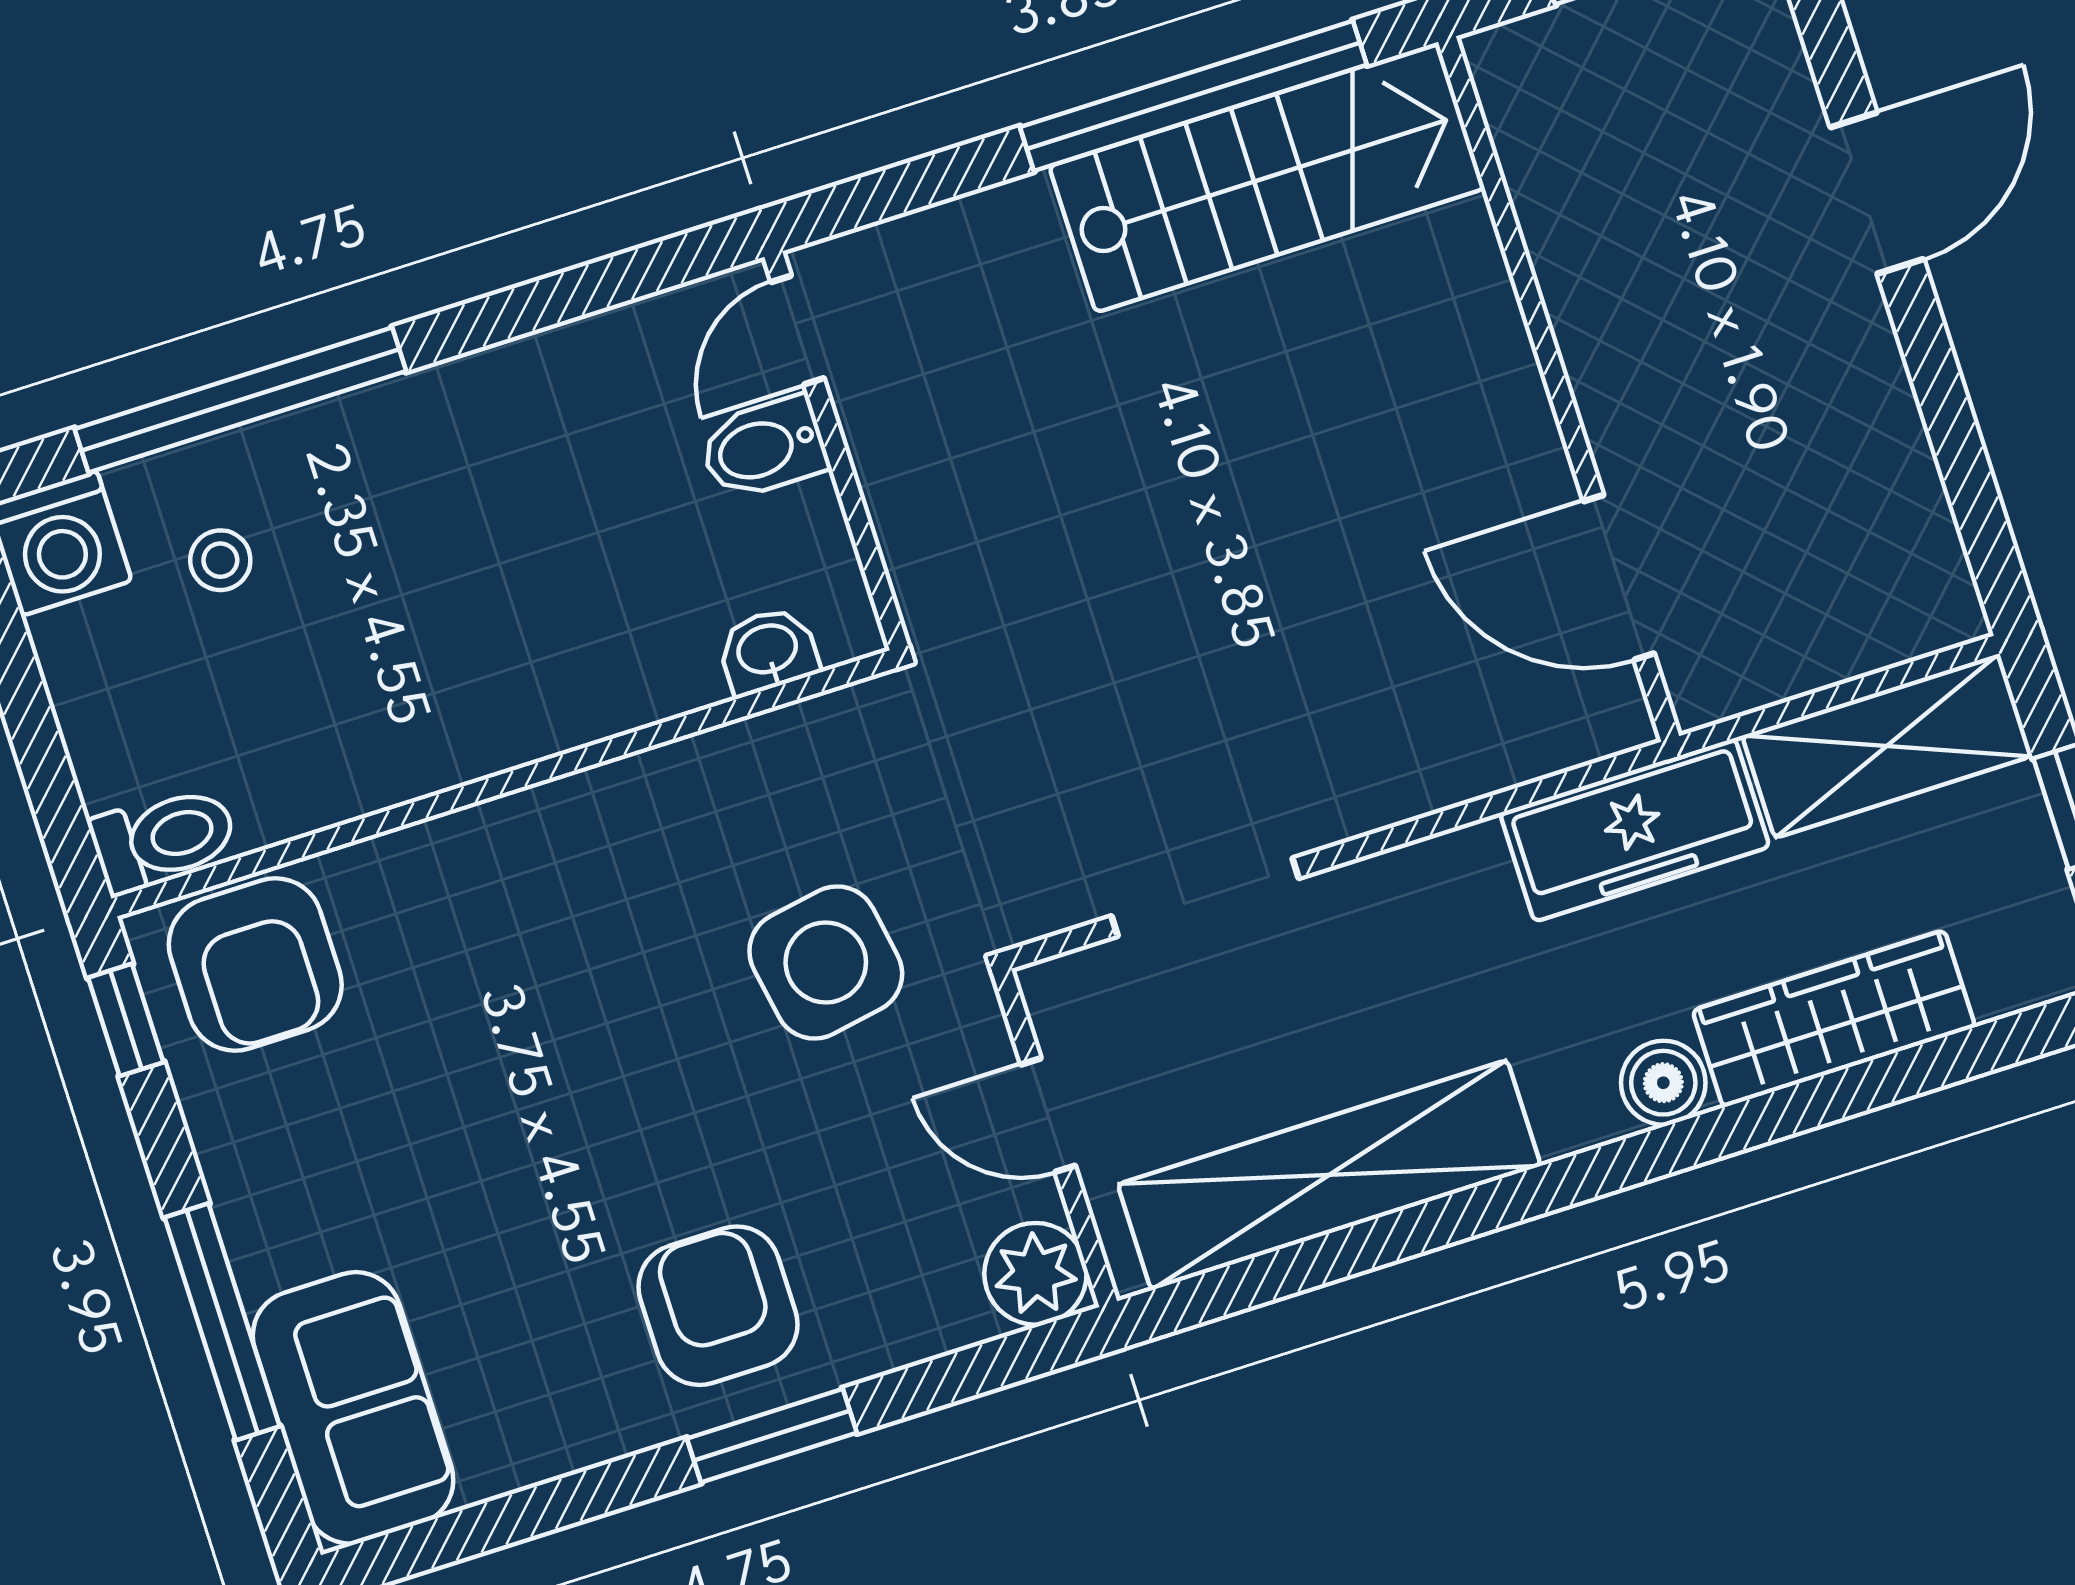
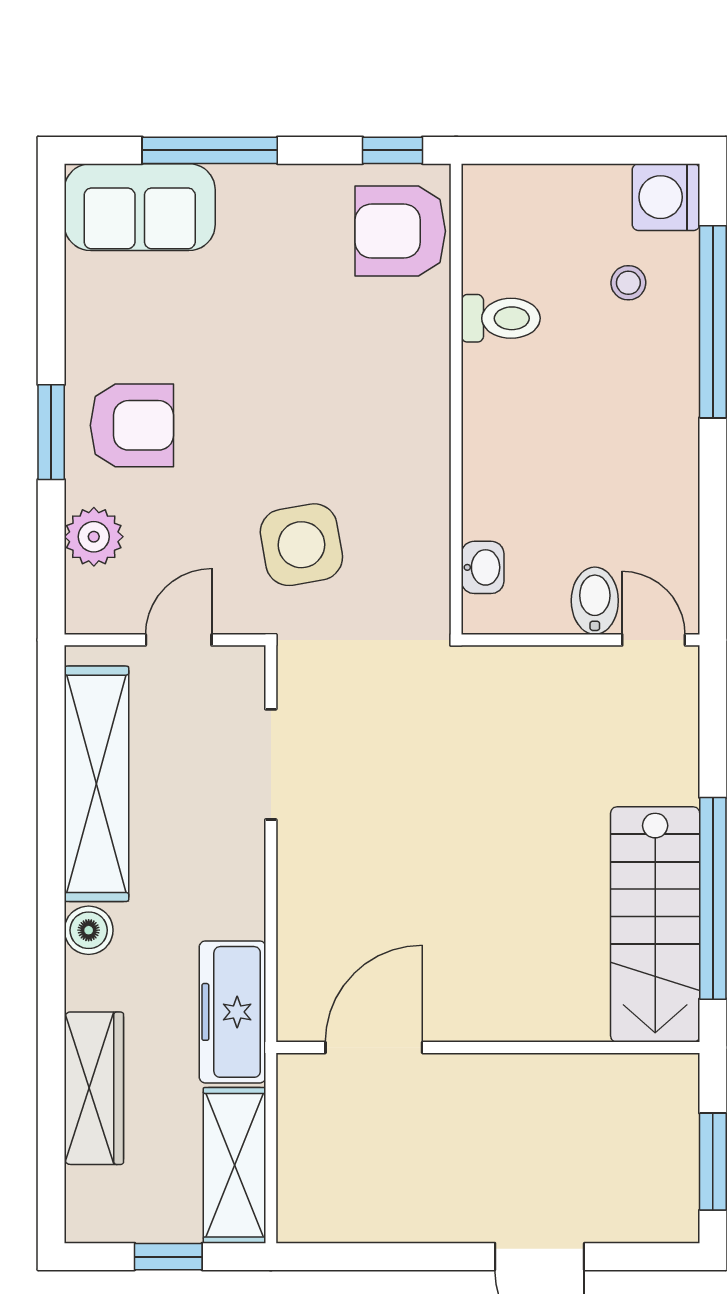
toilet: (164, 839) -> (501, 318), moved, turned -90
boiler: (1663, 1083) -> (89, 930), moved
plant: (1035, 1274) -> (94, 537), moved

